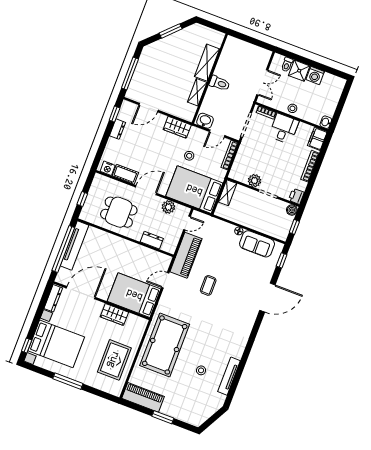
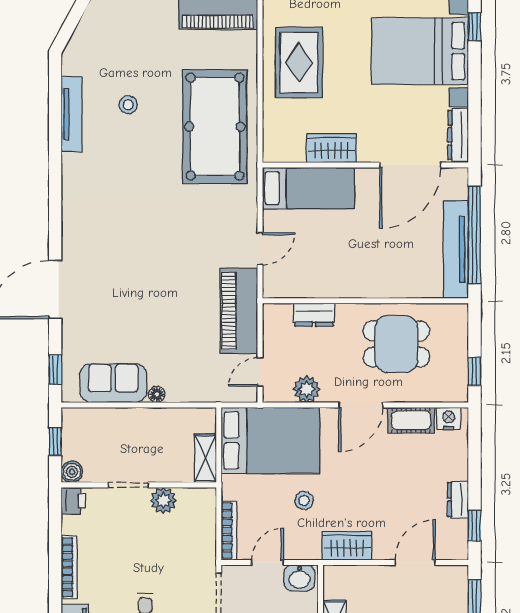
window: (82, 199) -> (474, 371), moved
coffee table: (208, 285) -> (176, 270), removed
bed: (134, 295) -> (308, 188), width x0.67

